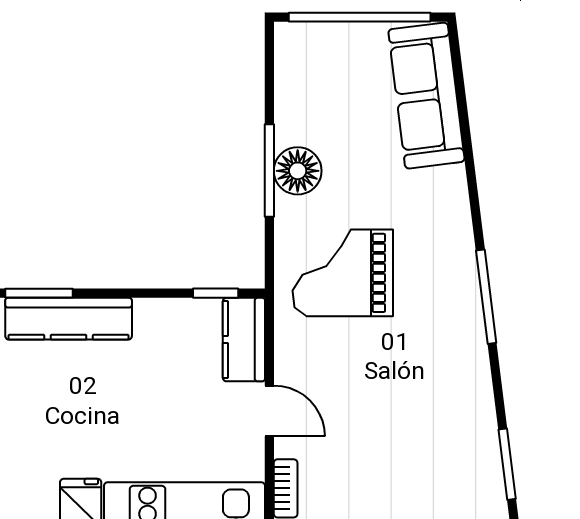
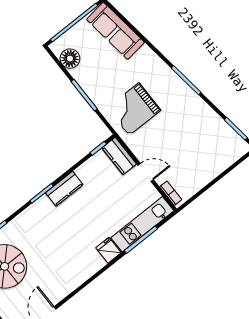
floor lamp: (298, 171) -> (70, 59), moved
kitchen counter: (69, 319) -> (64, 189), width x0.67

